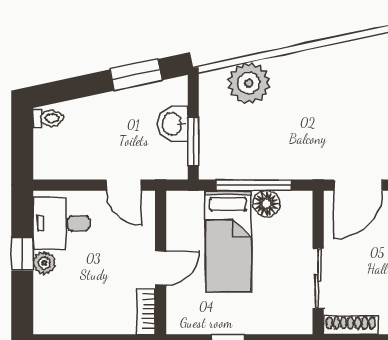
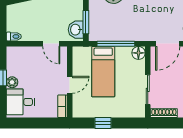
toilet: (48, 118) -> (14, 37), moved
washbasin: (173, 124) -> (76, 30), moved
floor lamp: (266, 204) -> (138, 53), moved
desk: (61, 223) -> (21, 102), moved

